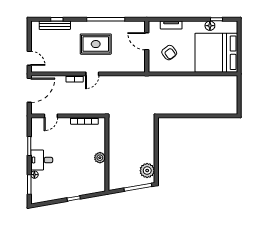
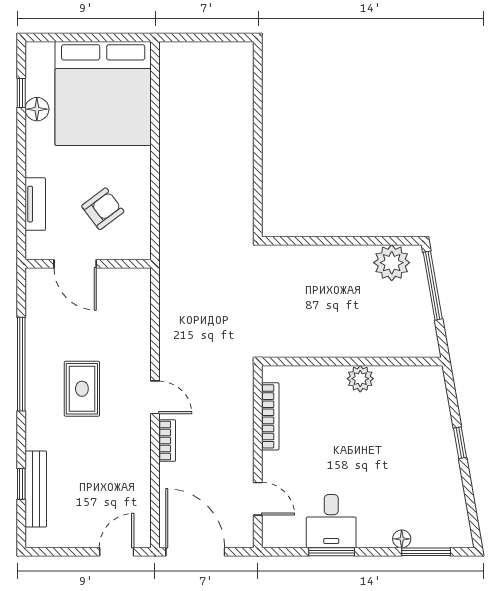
door: (147, 41) -> (75, 264), hinge flipped
rug: (96, 44) -> (82, 389), width x0.73, depth x0.70
desk: (42, 160) -> (331, 521), moved

